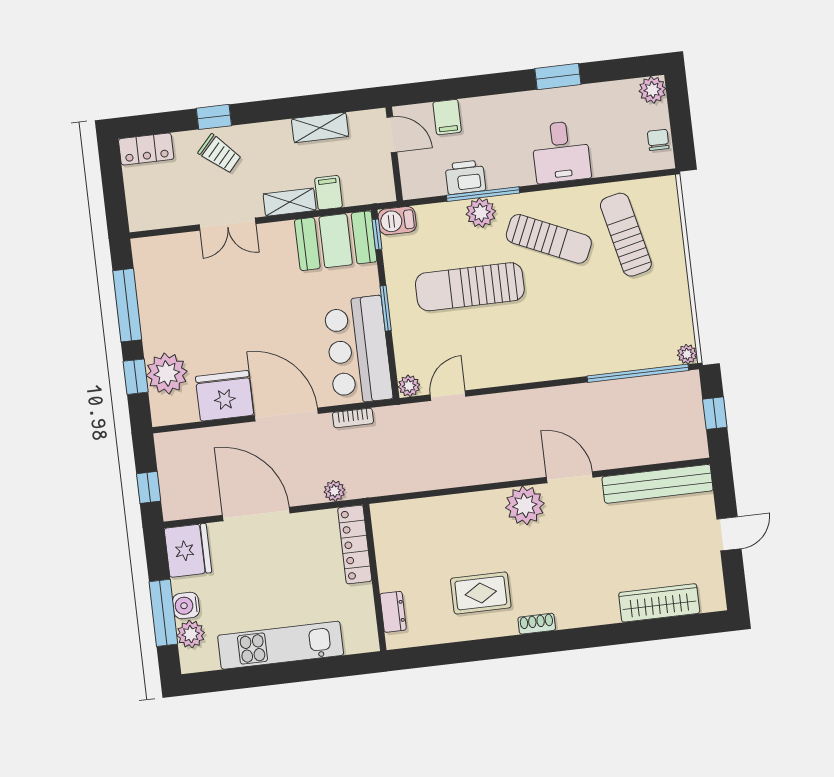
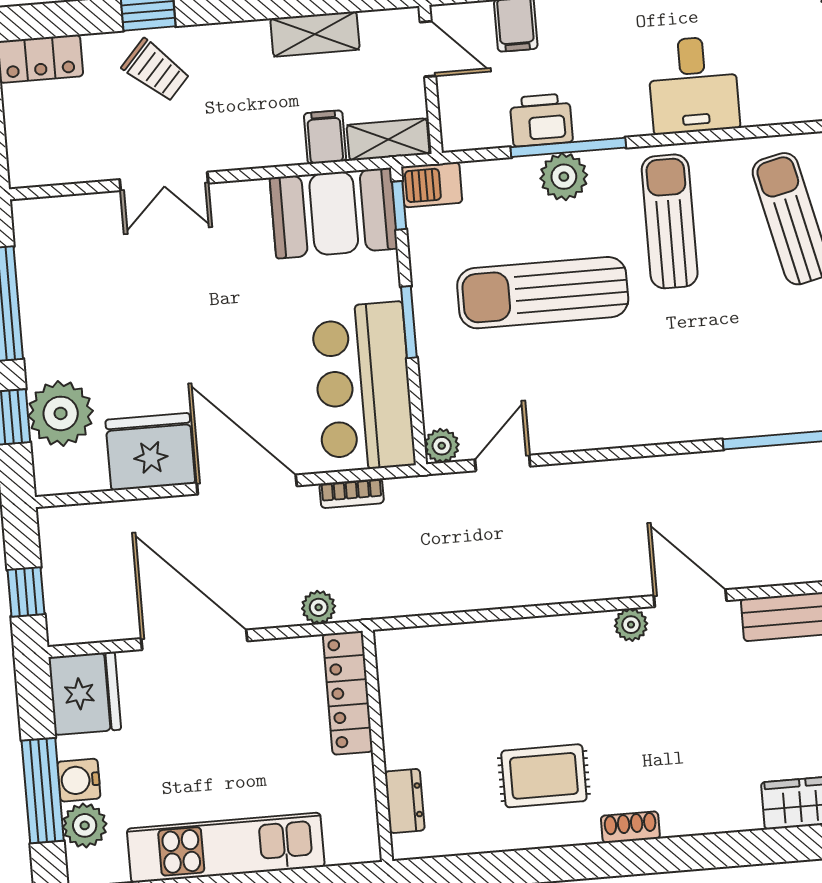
shelving: (290, 202) -> (388, 139), moved
sun lounger: (549, 239) -> (670, 221), turned -114
plant: (525, 505) -> (631, 625), width x0.53, depth x0.53

